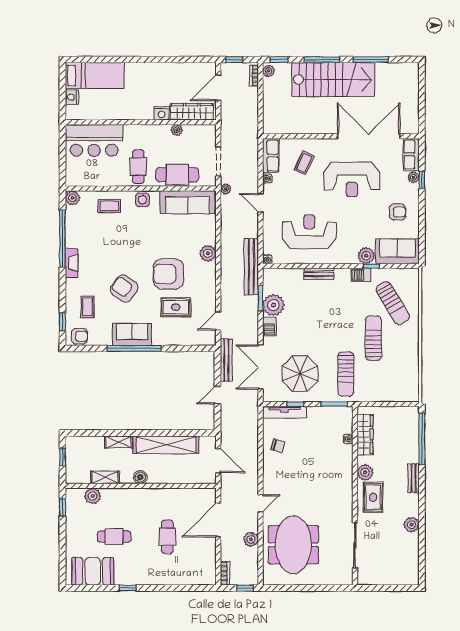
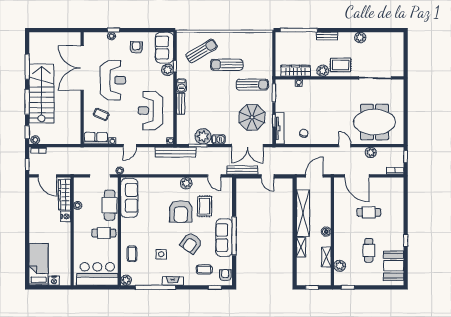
bar counter: (94, 140) -> (97, 274), moved, turned -90
row of seats: (411, 155) -> (95, 38), removed
side table: (142, 200) -> (161, 254), moved
plant: (208, 253) -> (186, 183), moved
barbecue: (361, 275) -> (181, 86), moved
sofa: (132, 334) -> (224, 238), width x1.36

